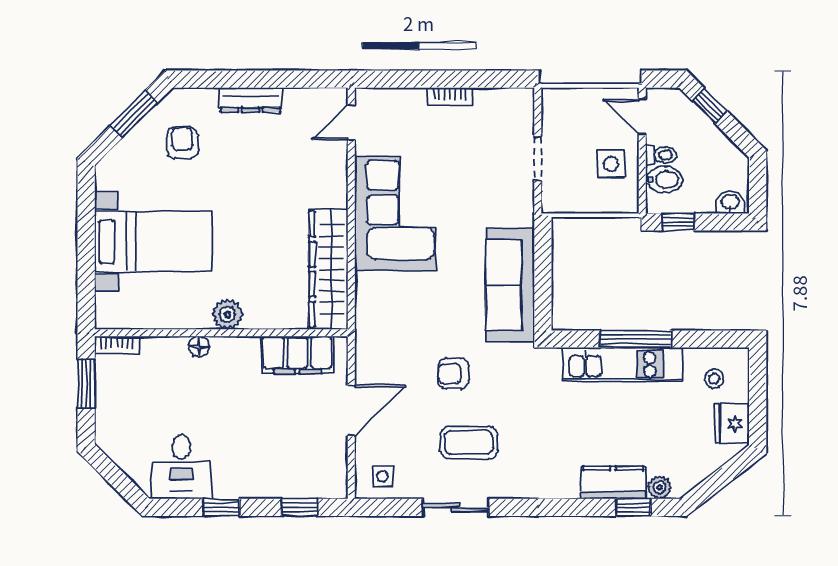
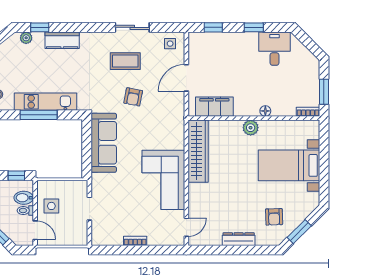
armchair: (453, 374) -> (133, 97), turned 101
kitchen counter: (613, 483) -> (62, 40), moved

